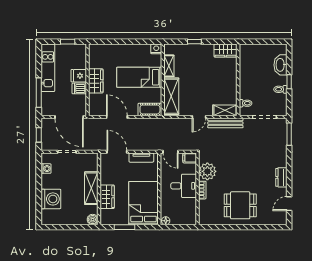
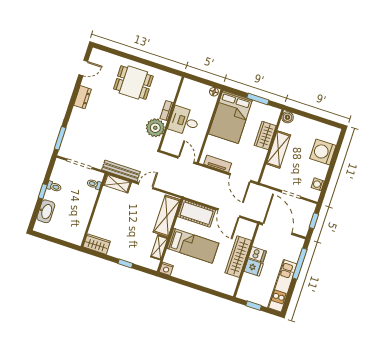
wardrobe: (96, 81) -> (238, 257), width x1.50
cot: (150, 109) -> (197, 213), width x1.37, depth x1.34
filing cabinet: (190, 158) -> (169, 147), removed

